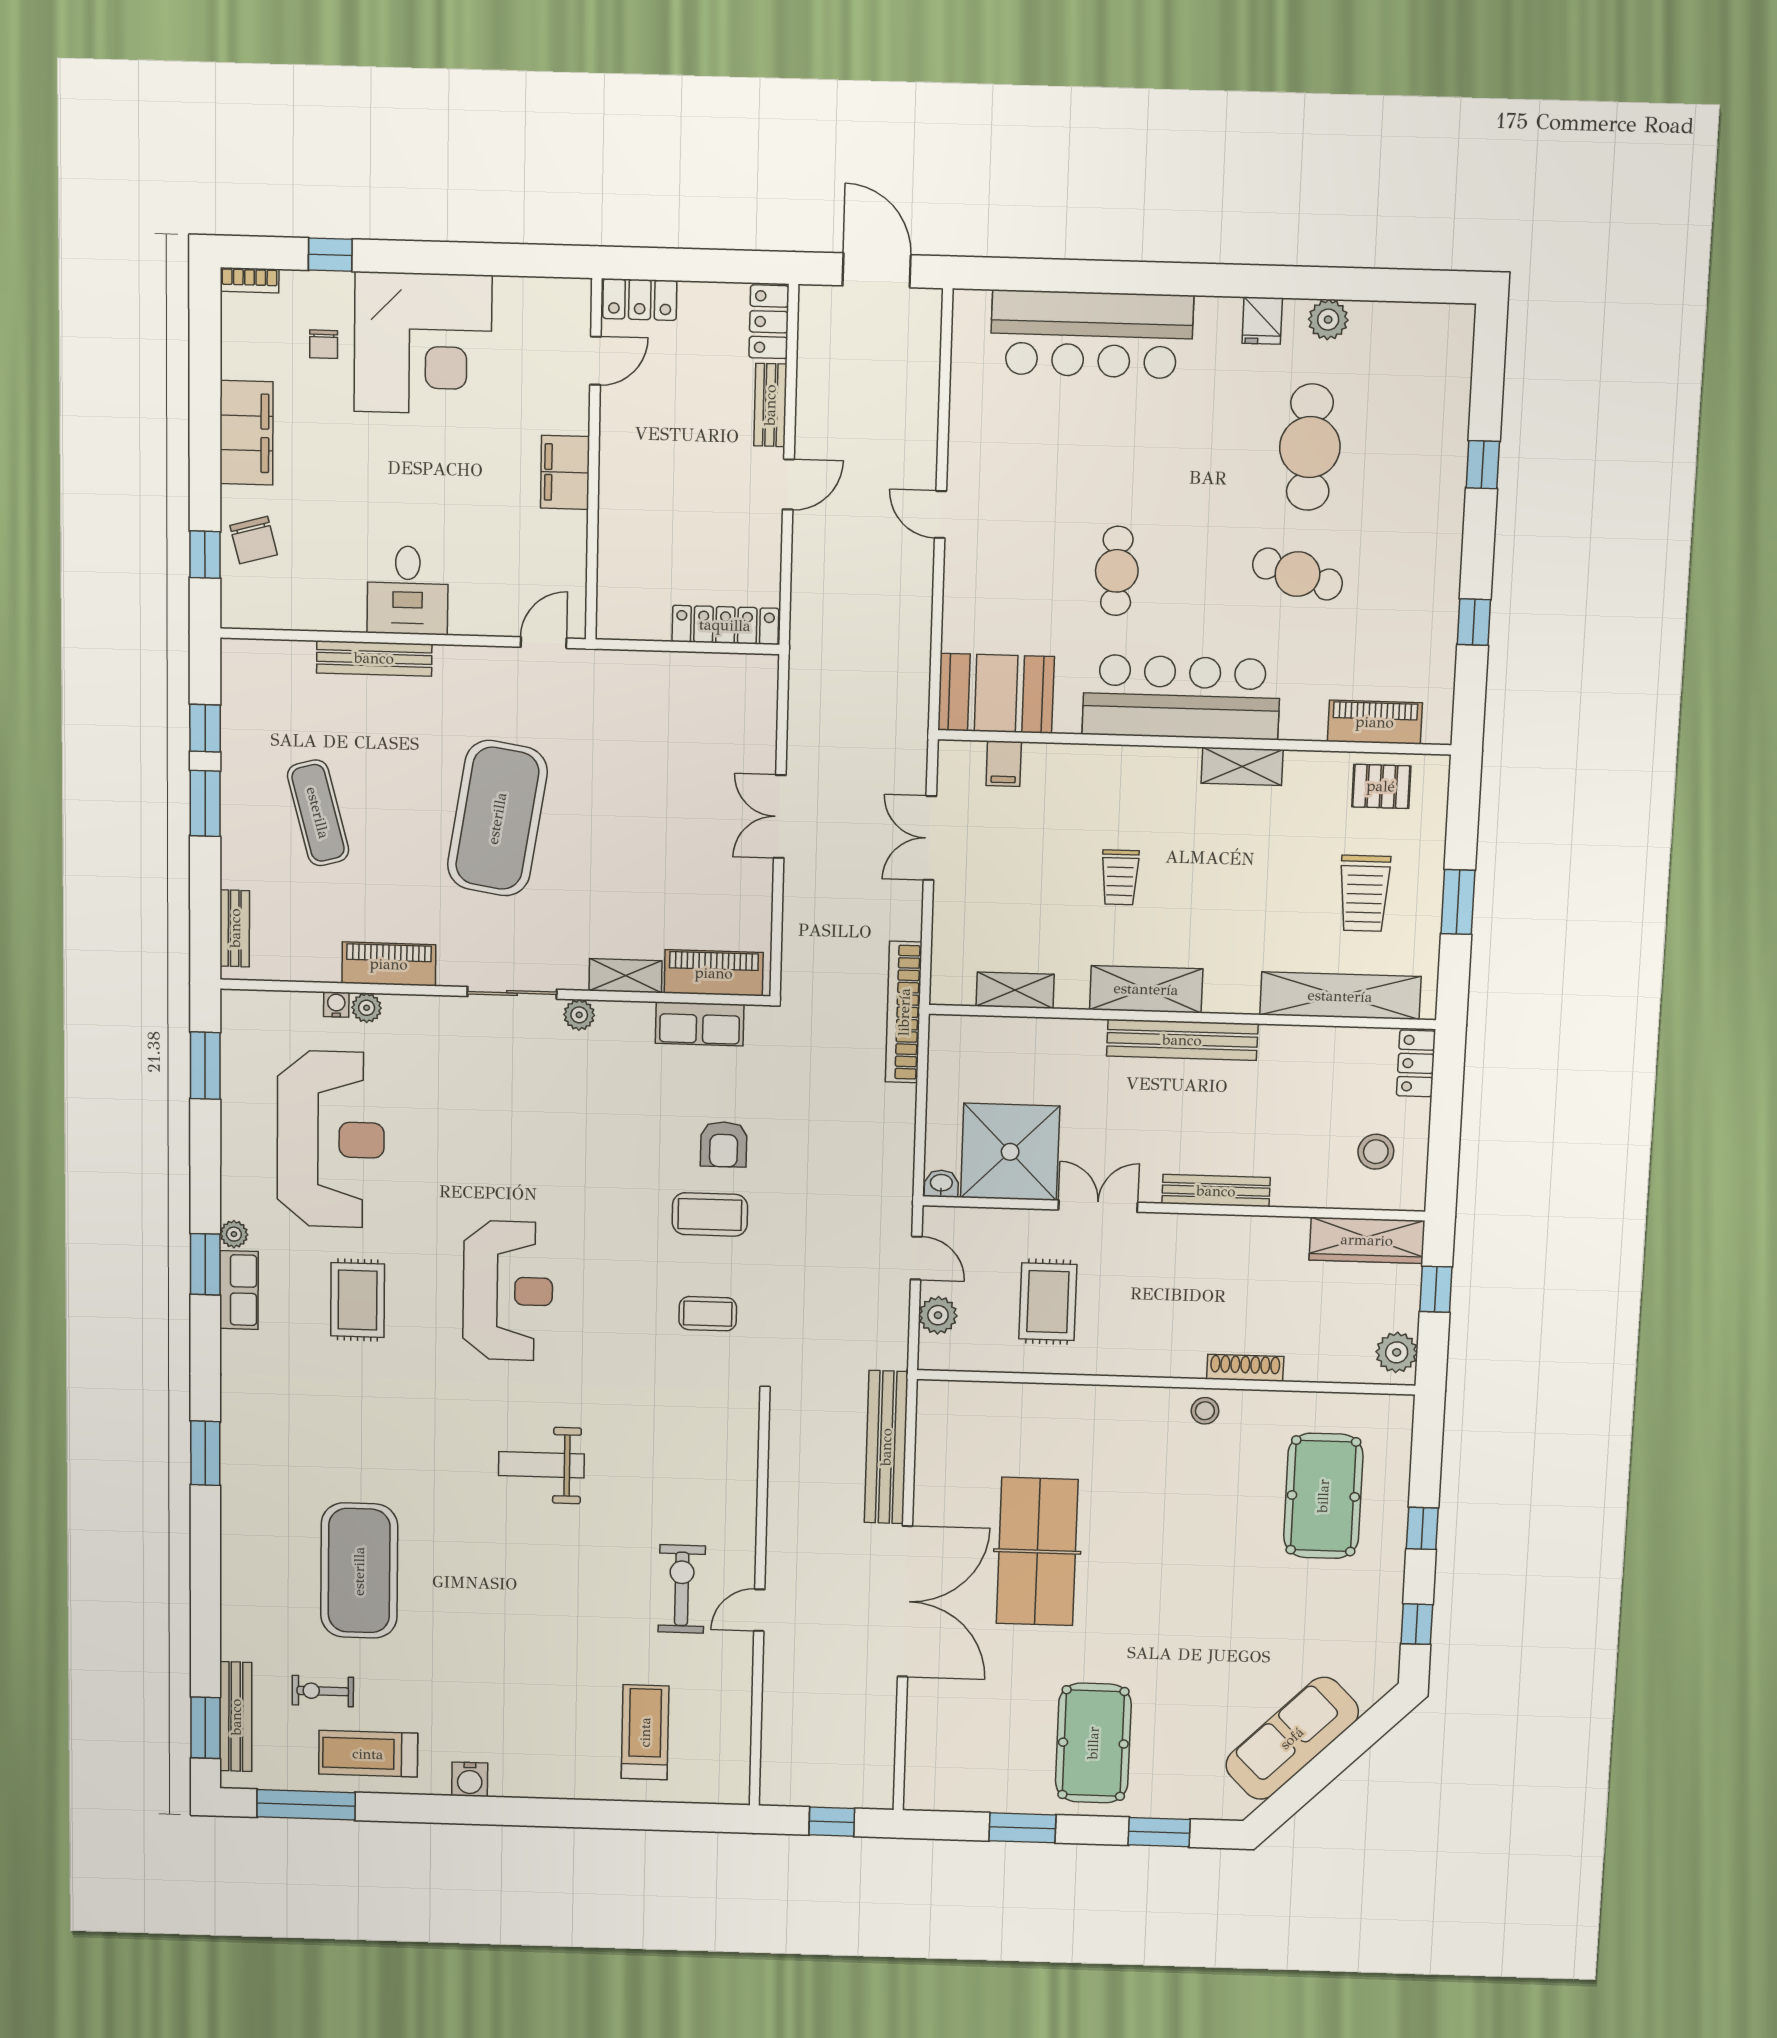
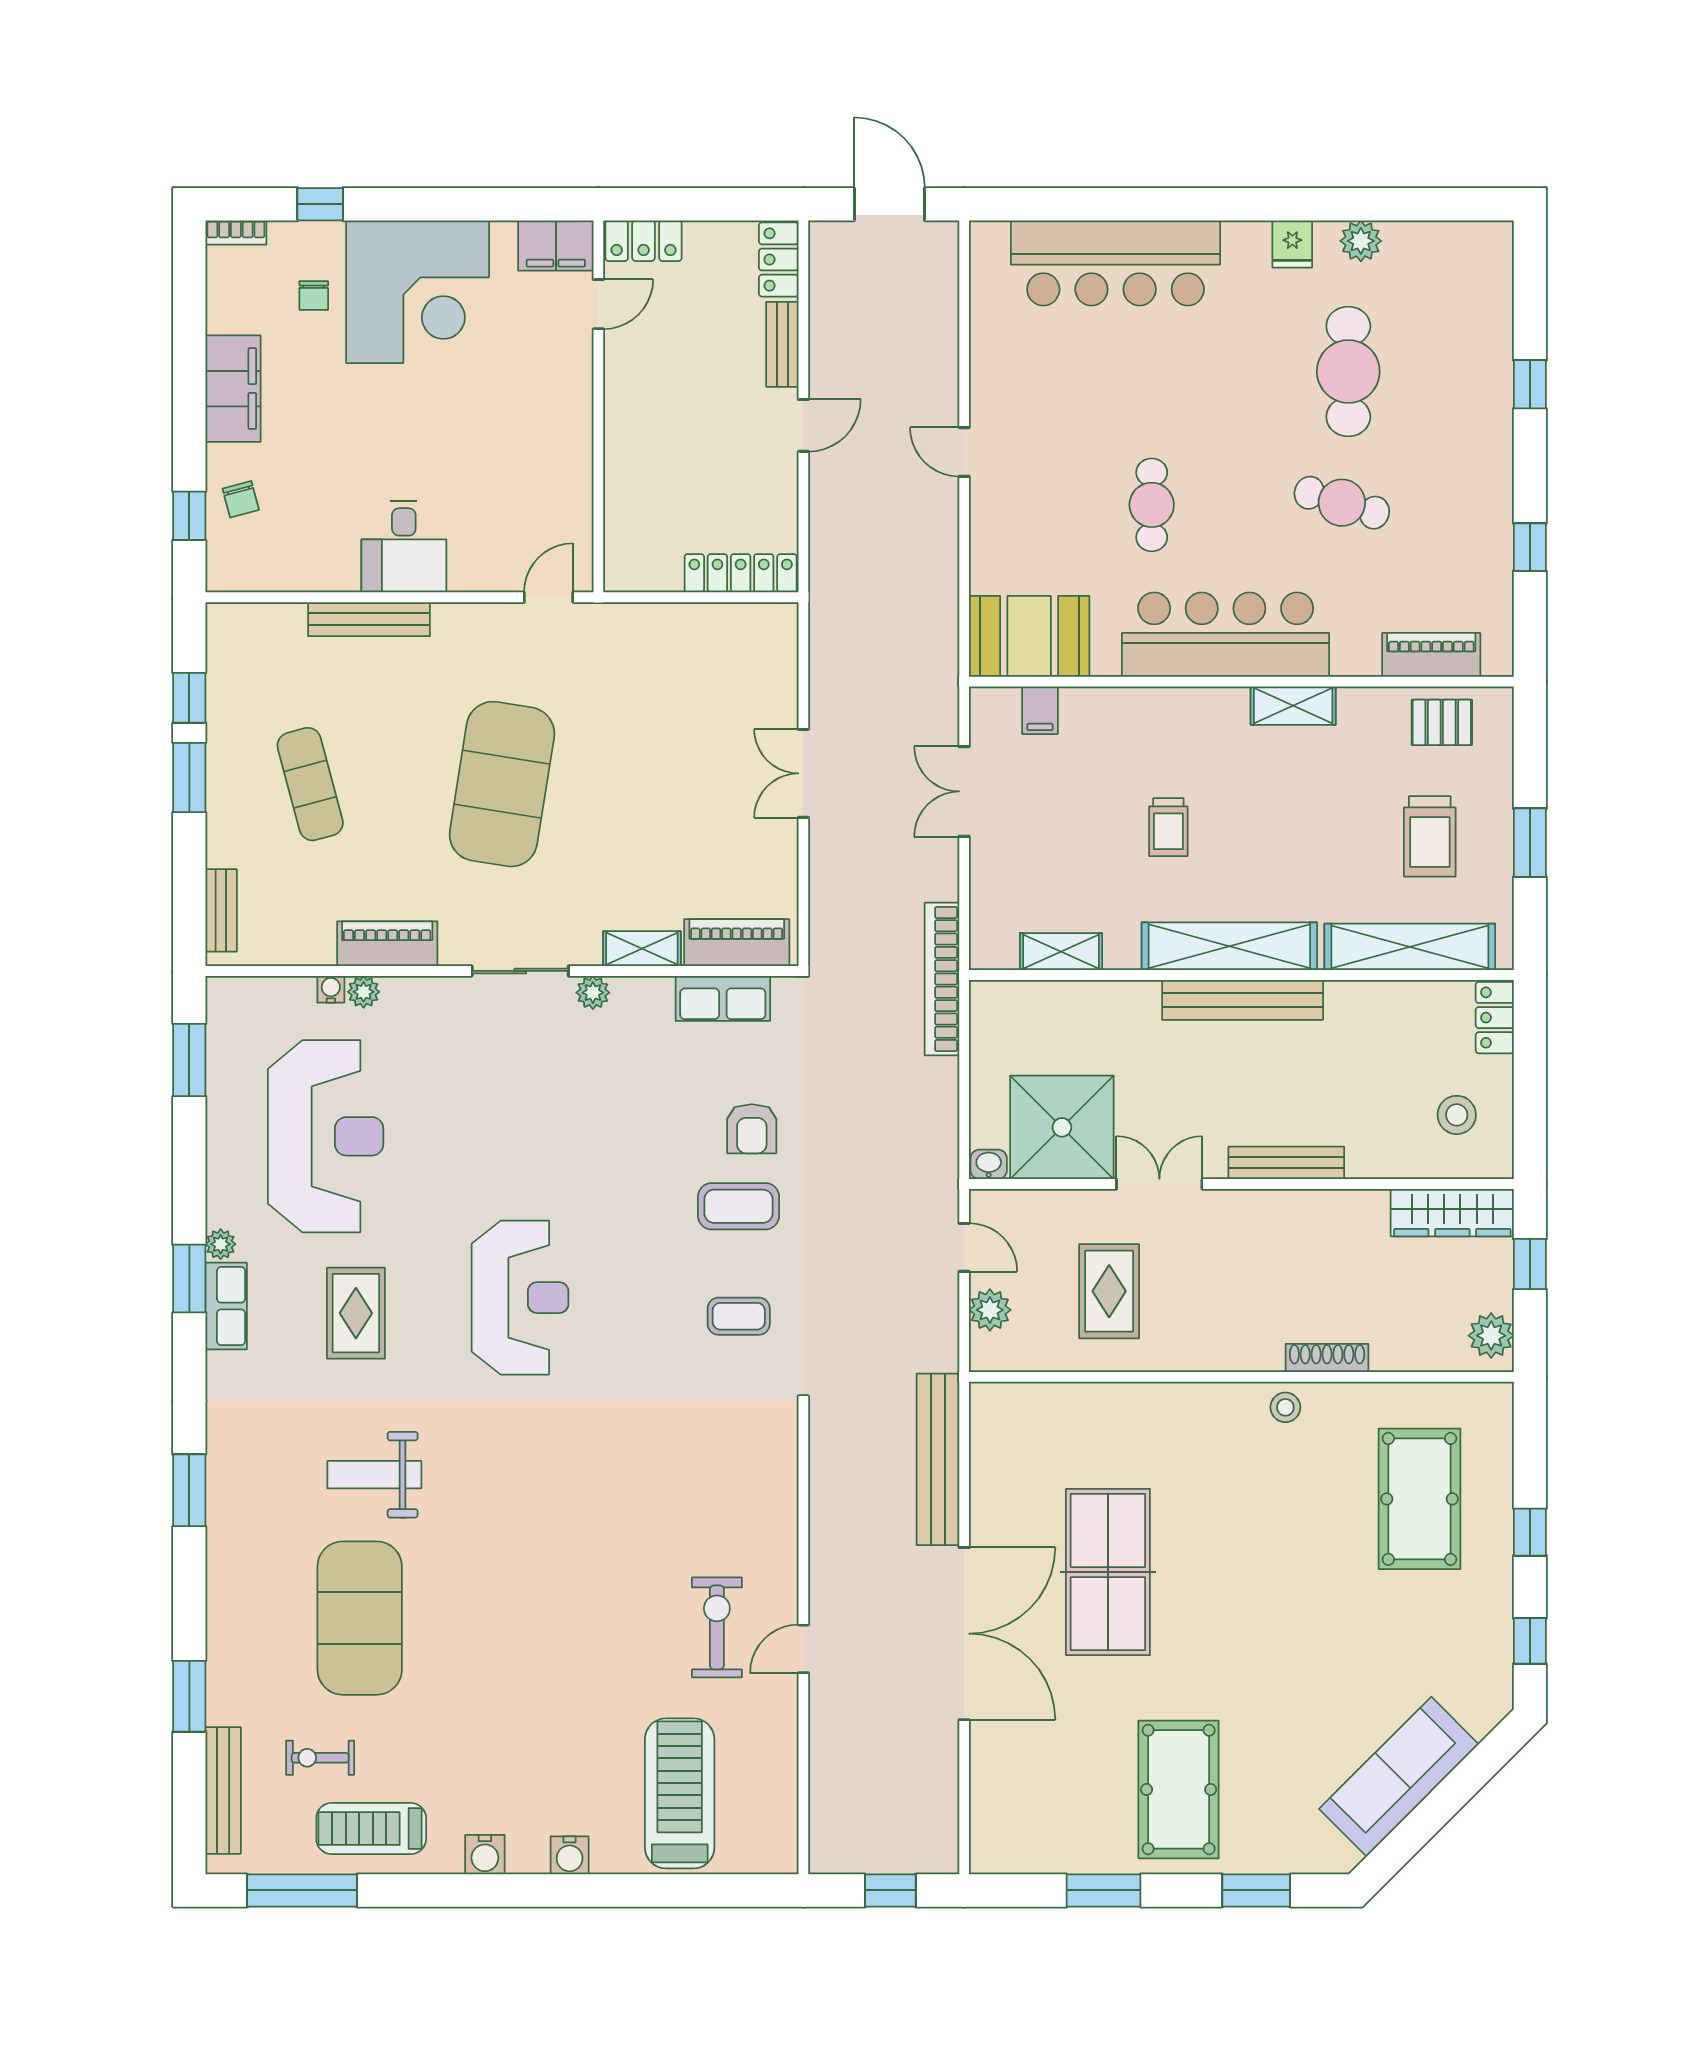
filing cabinet: (565, 472) -> (556, 245), moved, turned -90
chair: (254, 540) -> (241, 499), width x0.73, depth x0.73
shelving: (1146, 989) -> (1229, 946), width x1.47
weight bench: (541, 1465) -> (374, 1475), moved
window: (205, 1728) -> (189, 1696), moved
treadmill: (645, 1732) -> (680, 1793), width x1.37, depth x1.38
water cooler: (545, 1782) -> (570, 1855), added

